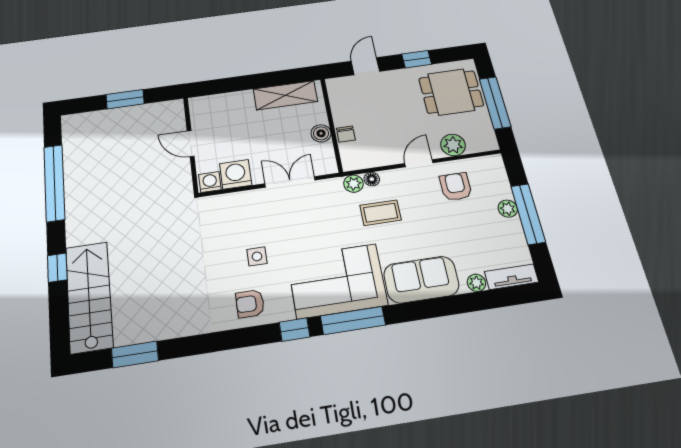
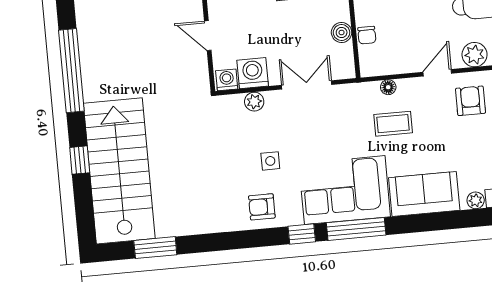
plant: (353, 184) -> (254, 102), moved
stairs: (89, 297) -> (119, 171), width x1.36, depth x1.51

